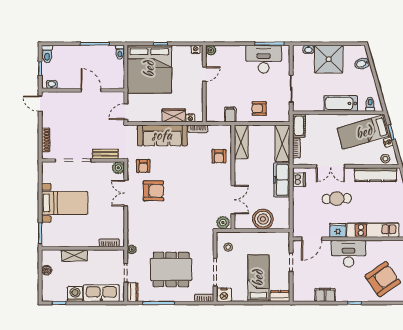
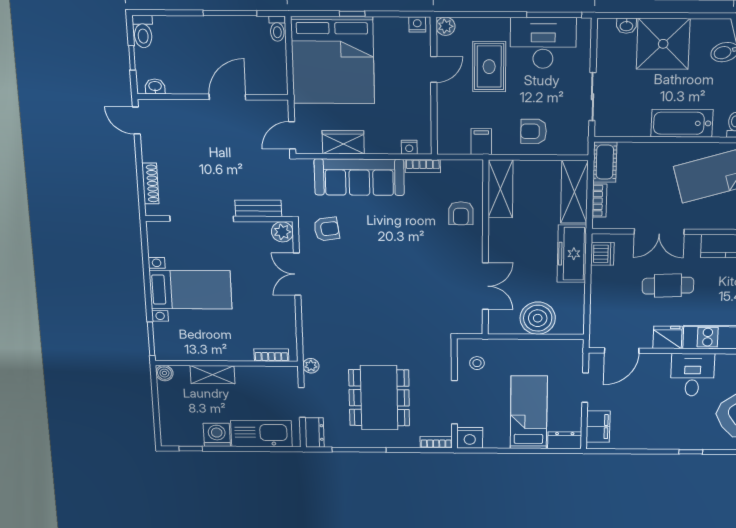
rug: (234, 72) -> (489, 67), added
door: (91, 90) -> (227, 97), hinge flipped
wardrobe: (174, 115) -> (343, 142), moved
armchair: (143, 166) -> (327, 229), turned -98
armchair: (153, 191) -> (346, 271), removed
plant: (223, 223) -> (468, 324), removed
desk: (349, 254) -> (692, 375), width x0.73
dining table: (171, 269) -> (379, 398), turned 90
boiler: (47, 270) -> (164, 373), moved
filing cabinet: (325, 295) -> (598, 427), moved, turned 90

